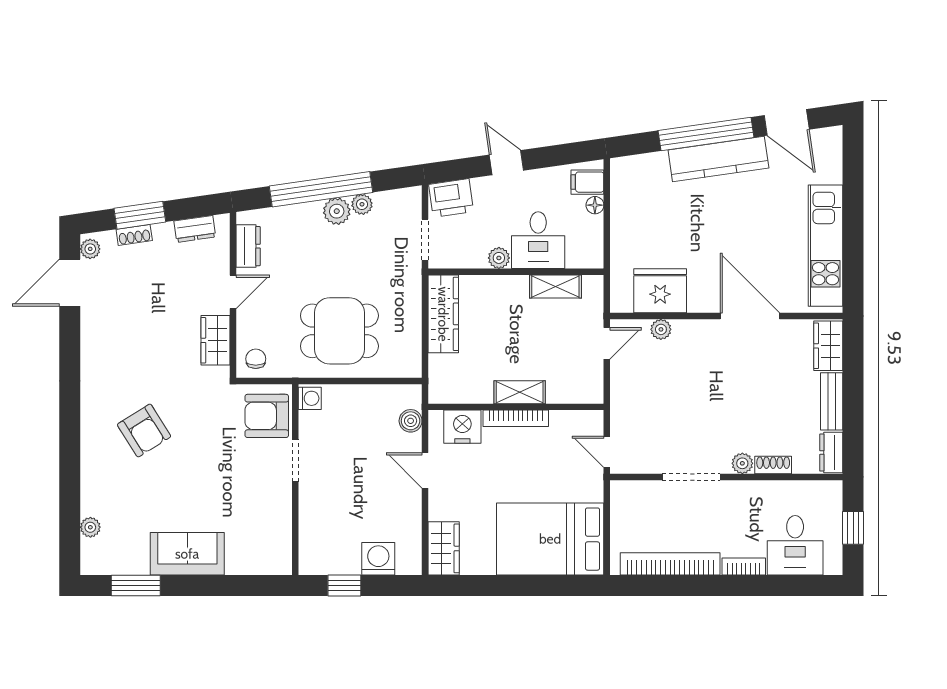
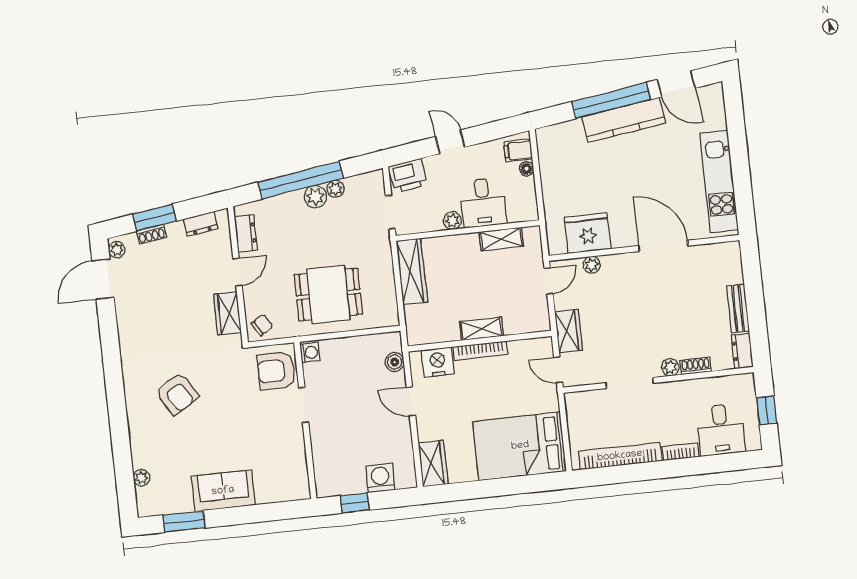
wardrobe: (828, 346) -> (569, 331), moved, turned 180
chair: (256, 359) -> (262, 325), turned 58

